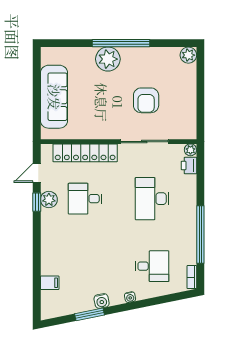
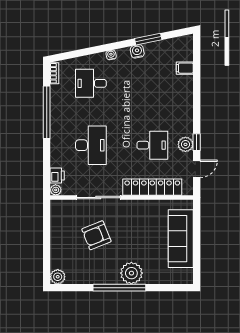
armchair: (146, 100) -> (96, 235), turned -112

